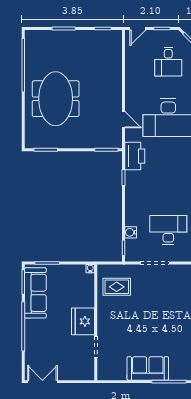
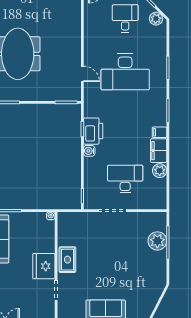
desk: (168, 62) -> (125, 18), turned 180
printer: (135, 156) -> (93, 131), moved
water cooler: (131, 232) -> (89, 151), moved
rug: (117, 287) -> (67, 260), moved, turned 90

